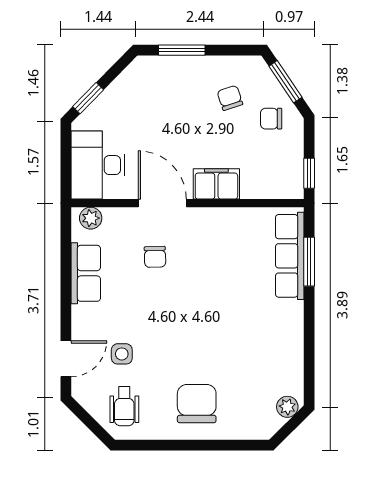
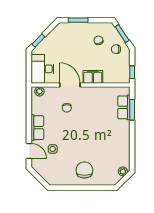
row of seats: (290, 256) -> (124, 107), width x0.68
row of seats: (86, 273) -> (37, 128), moved
door: (66, 359) -> (29, 151), hinge flipped
wheelchair: (124, 406) -> (54, 171), removed

